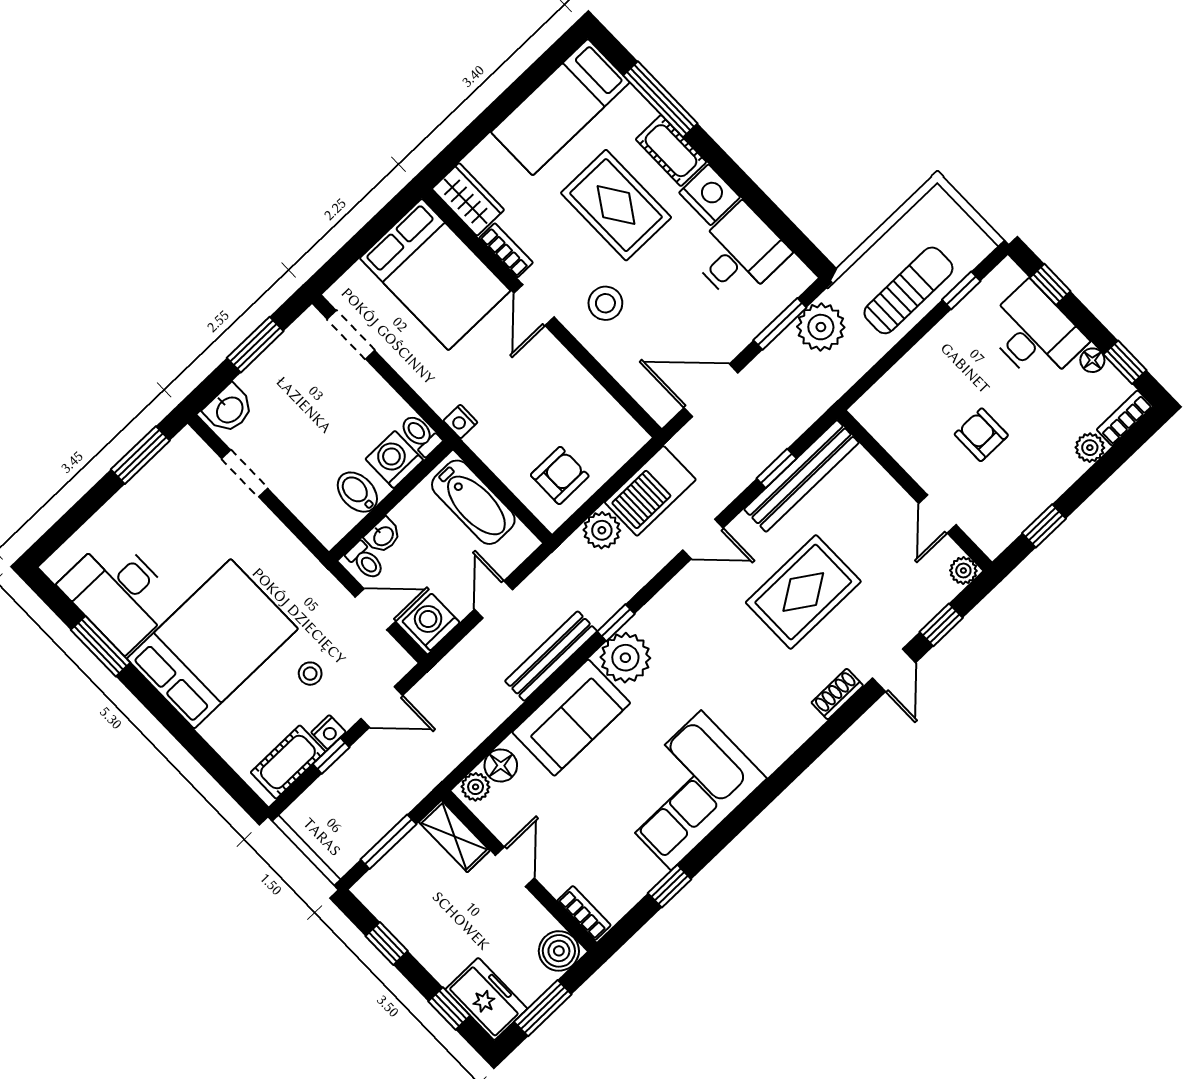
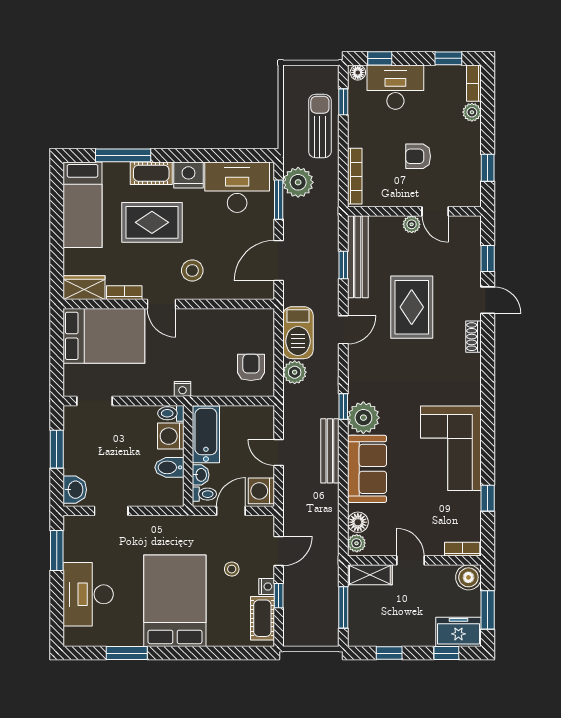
desk: (739, 253) -> (237, 187), width x1.37
floor lamp: (1092, 360) -> (358, 73), moved
bookcase: (890, 384) -> (355, 176), added
bathtub: (473, 502) -> (206, 434), moved, turned -90
plant: (963, 571) -> (412, 224), moved
desk: (118, 593) -> (88, 594), moved, turned 90

